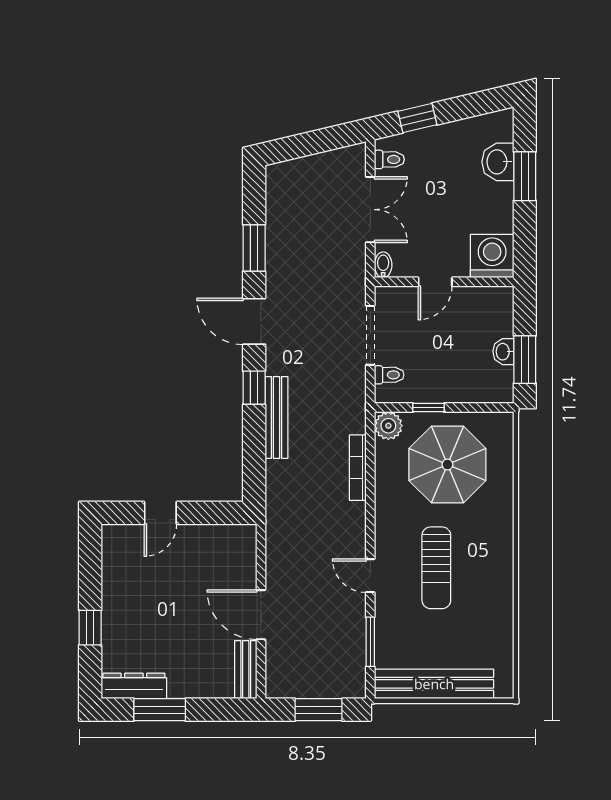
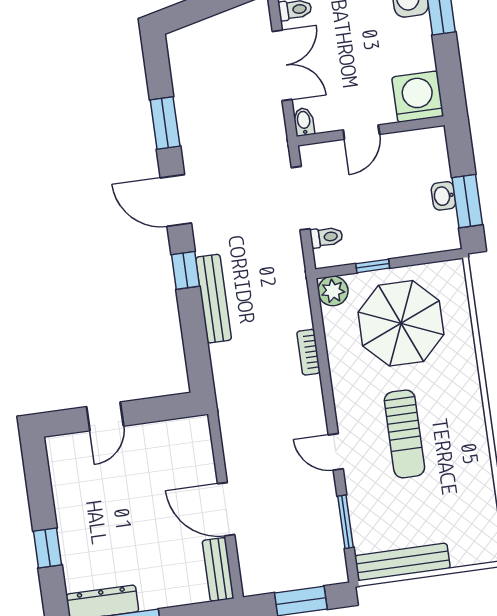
bookcase: (358, 468) -> (309, 352), width x0.64
bench: (434, 684) -> (402, 562), width x0.73, depth x0.82

